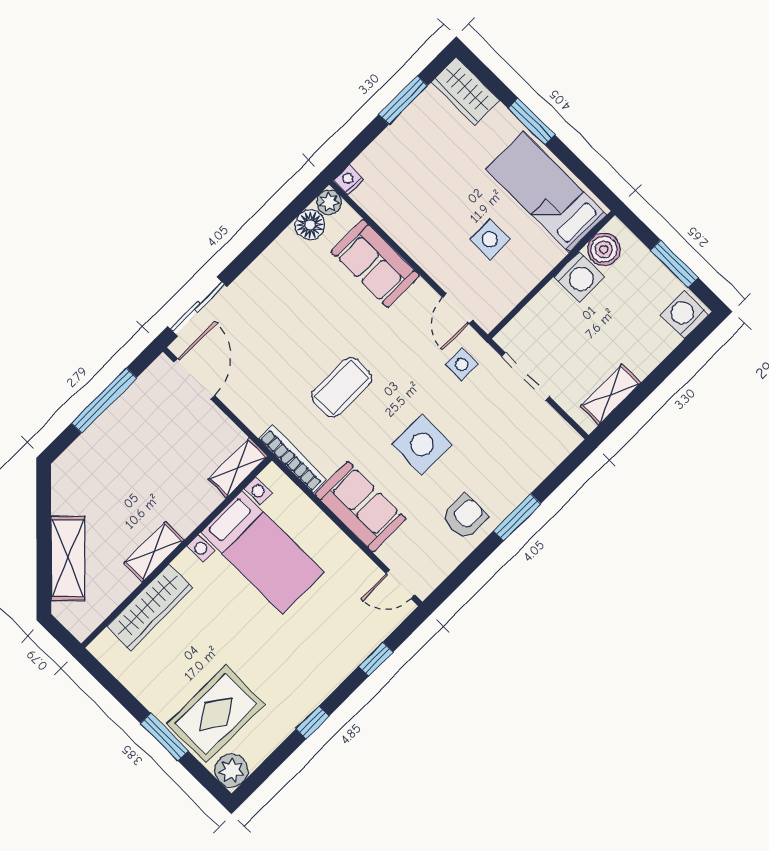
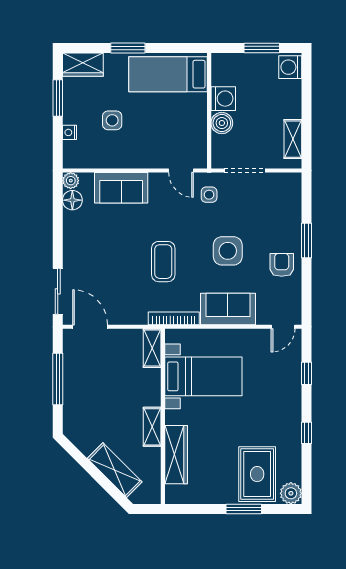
nightstand: (349, 180) -> (69, 132), moved
side table: (490, 239) -> (112, 120), moved
boiler: (604, 249) -> (222, 123), moved

